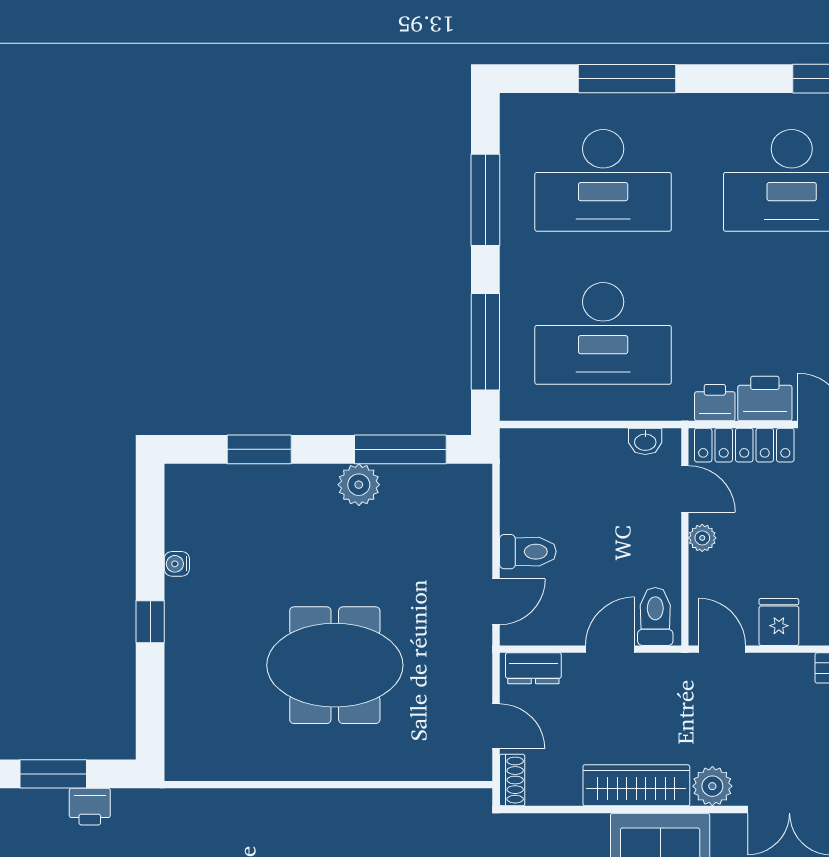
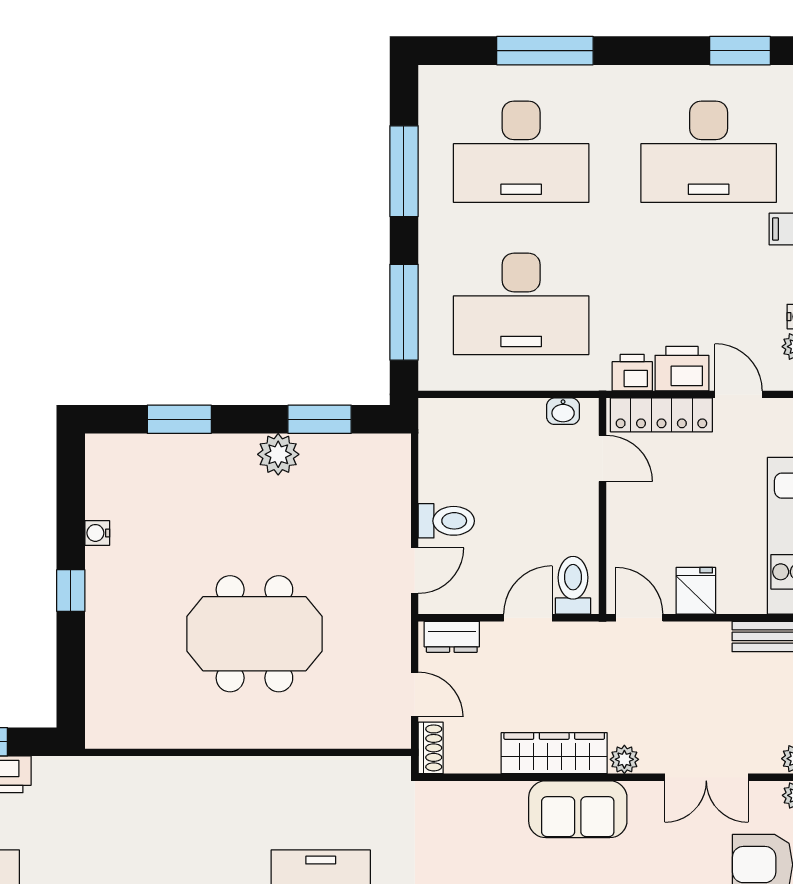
window: (400, 449) -> (320, 419), width x0.69
plant: (702, 538) -> (620, 507), removed
plant: (712, 786) -> (624, 759), width x0.73, depth x0.73

